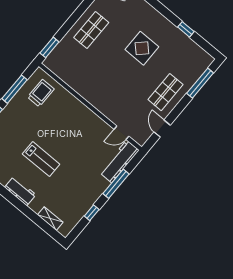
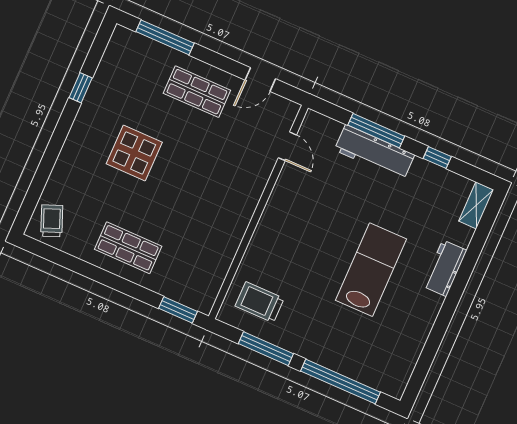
lab bench: (41, 159) -> (371, 270), width x1.36, depth x1.39
workbench: (119, 161) -> (374, 152), moved
workbench: (20, 191) -> (445, 268), moved
shelving: (50, 219) -> (476, 205), moved

